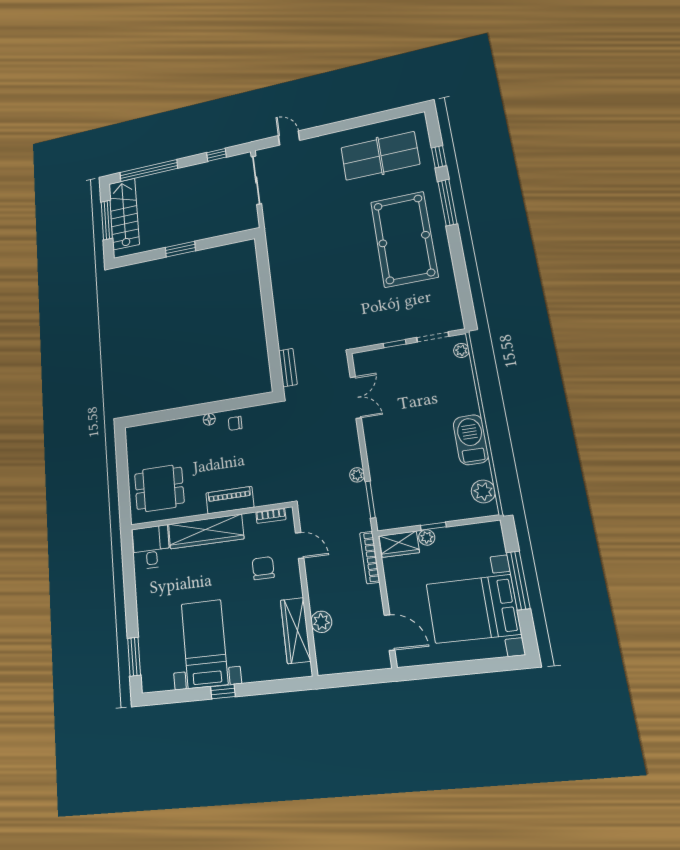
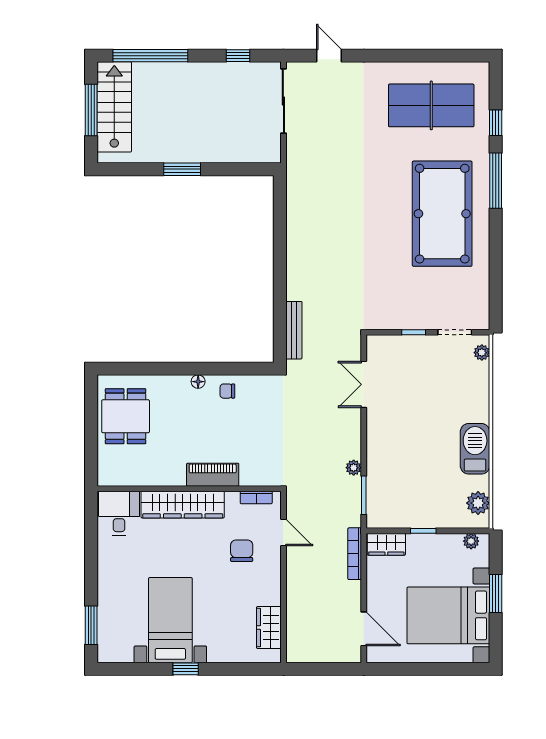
bench: (288, 368) -> (294, 330), width x1.36
double door: (356, 397) -> (364, 384), swing flipped
dining table: (159, 488) -> (126, 416), moved, turned 90
plant: (427, 537) -> (471, 541), moved
window: (518, 580) -> (496, 593), width x0.69
plant: (321, 622) -> (296, 611), removed
wardrobe: (296, 630) -> (269, 628), width x0.67

